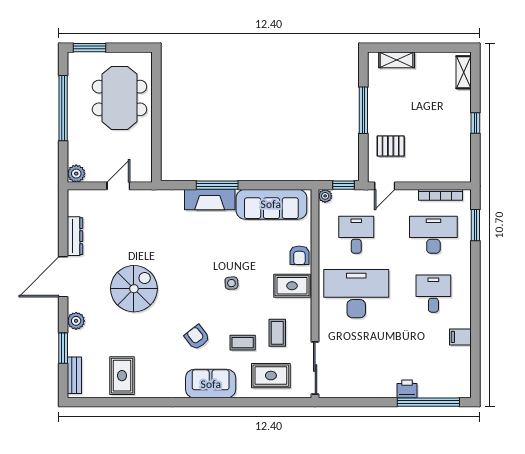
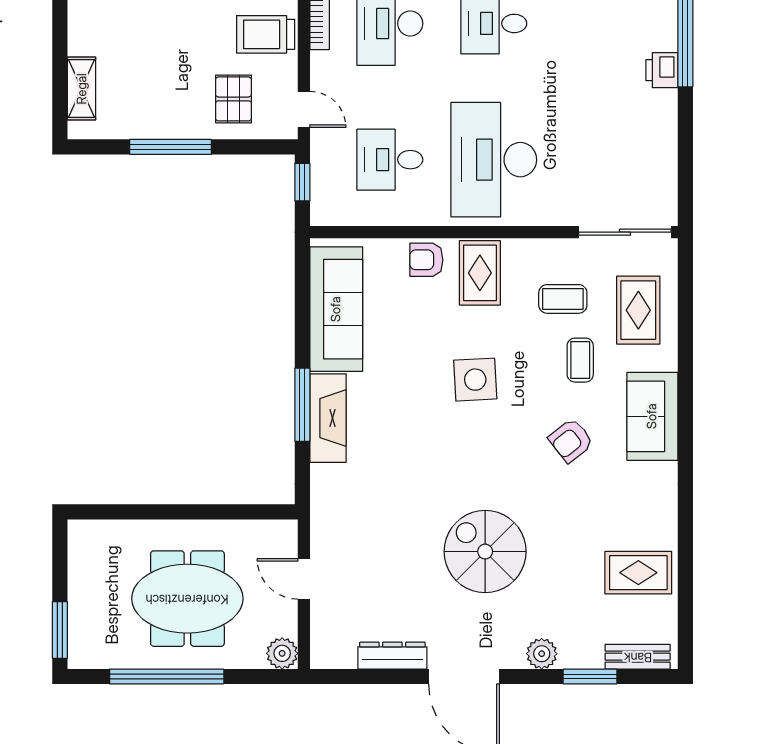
meeting table: (119, 98) -> (187, 599), moved
trolley: (427, 164) -> (266, 34), added
plant: (325, 196) -> (321, 214), removed
armchair: (299, 255) -> (426, 260), turned 180
side table: (231, 283) -> (475, 380), width x1.87, depth x1.87

